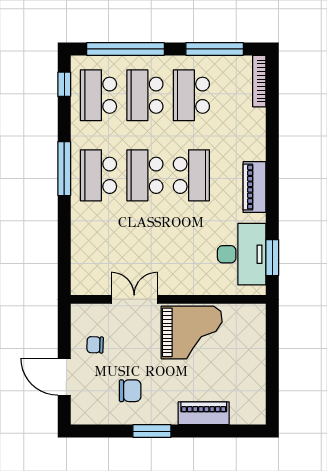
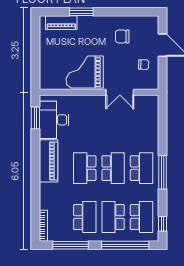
school desk: (145, 95) -> (113, 217), turned 180
piano: (254, 187) -> (48, 161), width x1.37, depth x1.33
piano: (204, 413) -> (61, 23), moved
window: (152, 431) -> (81, 12), moved

